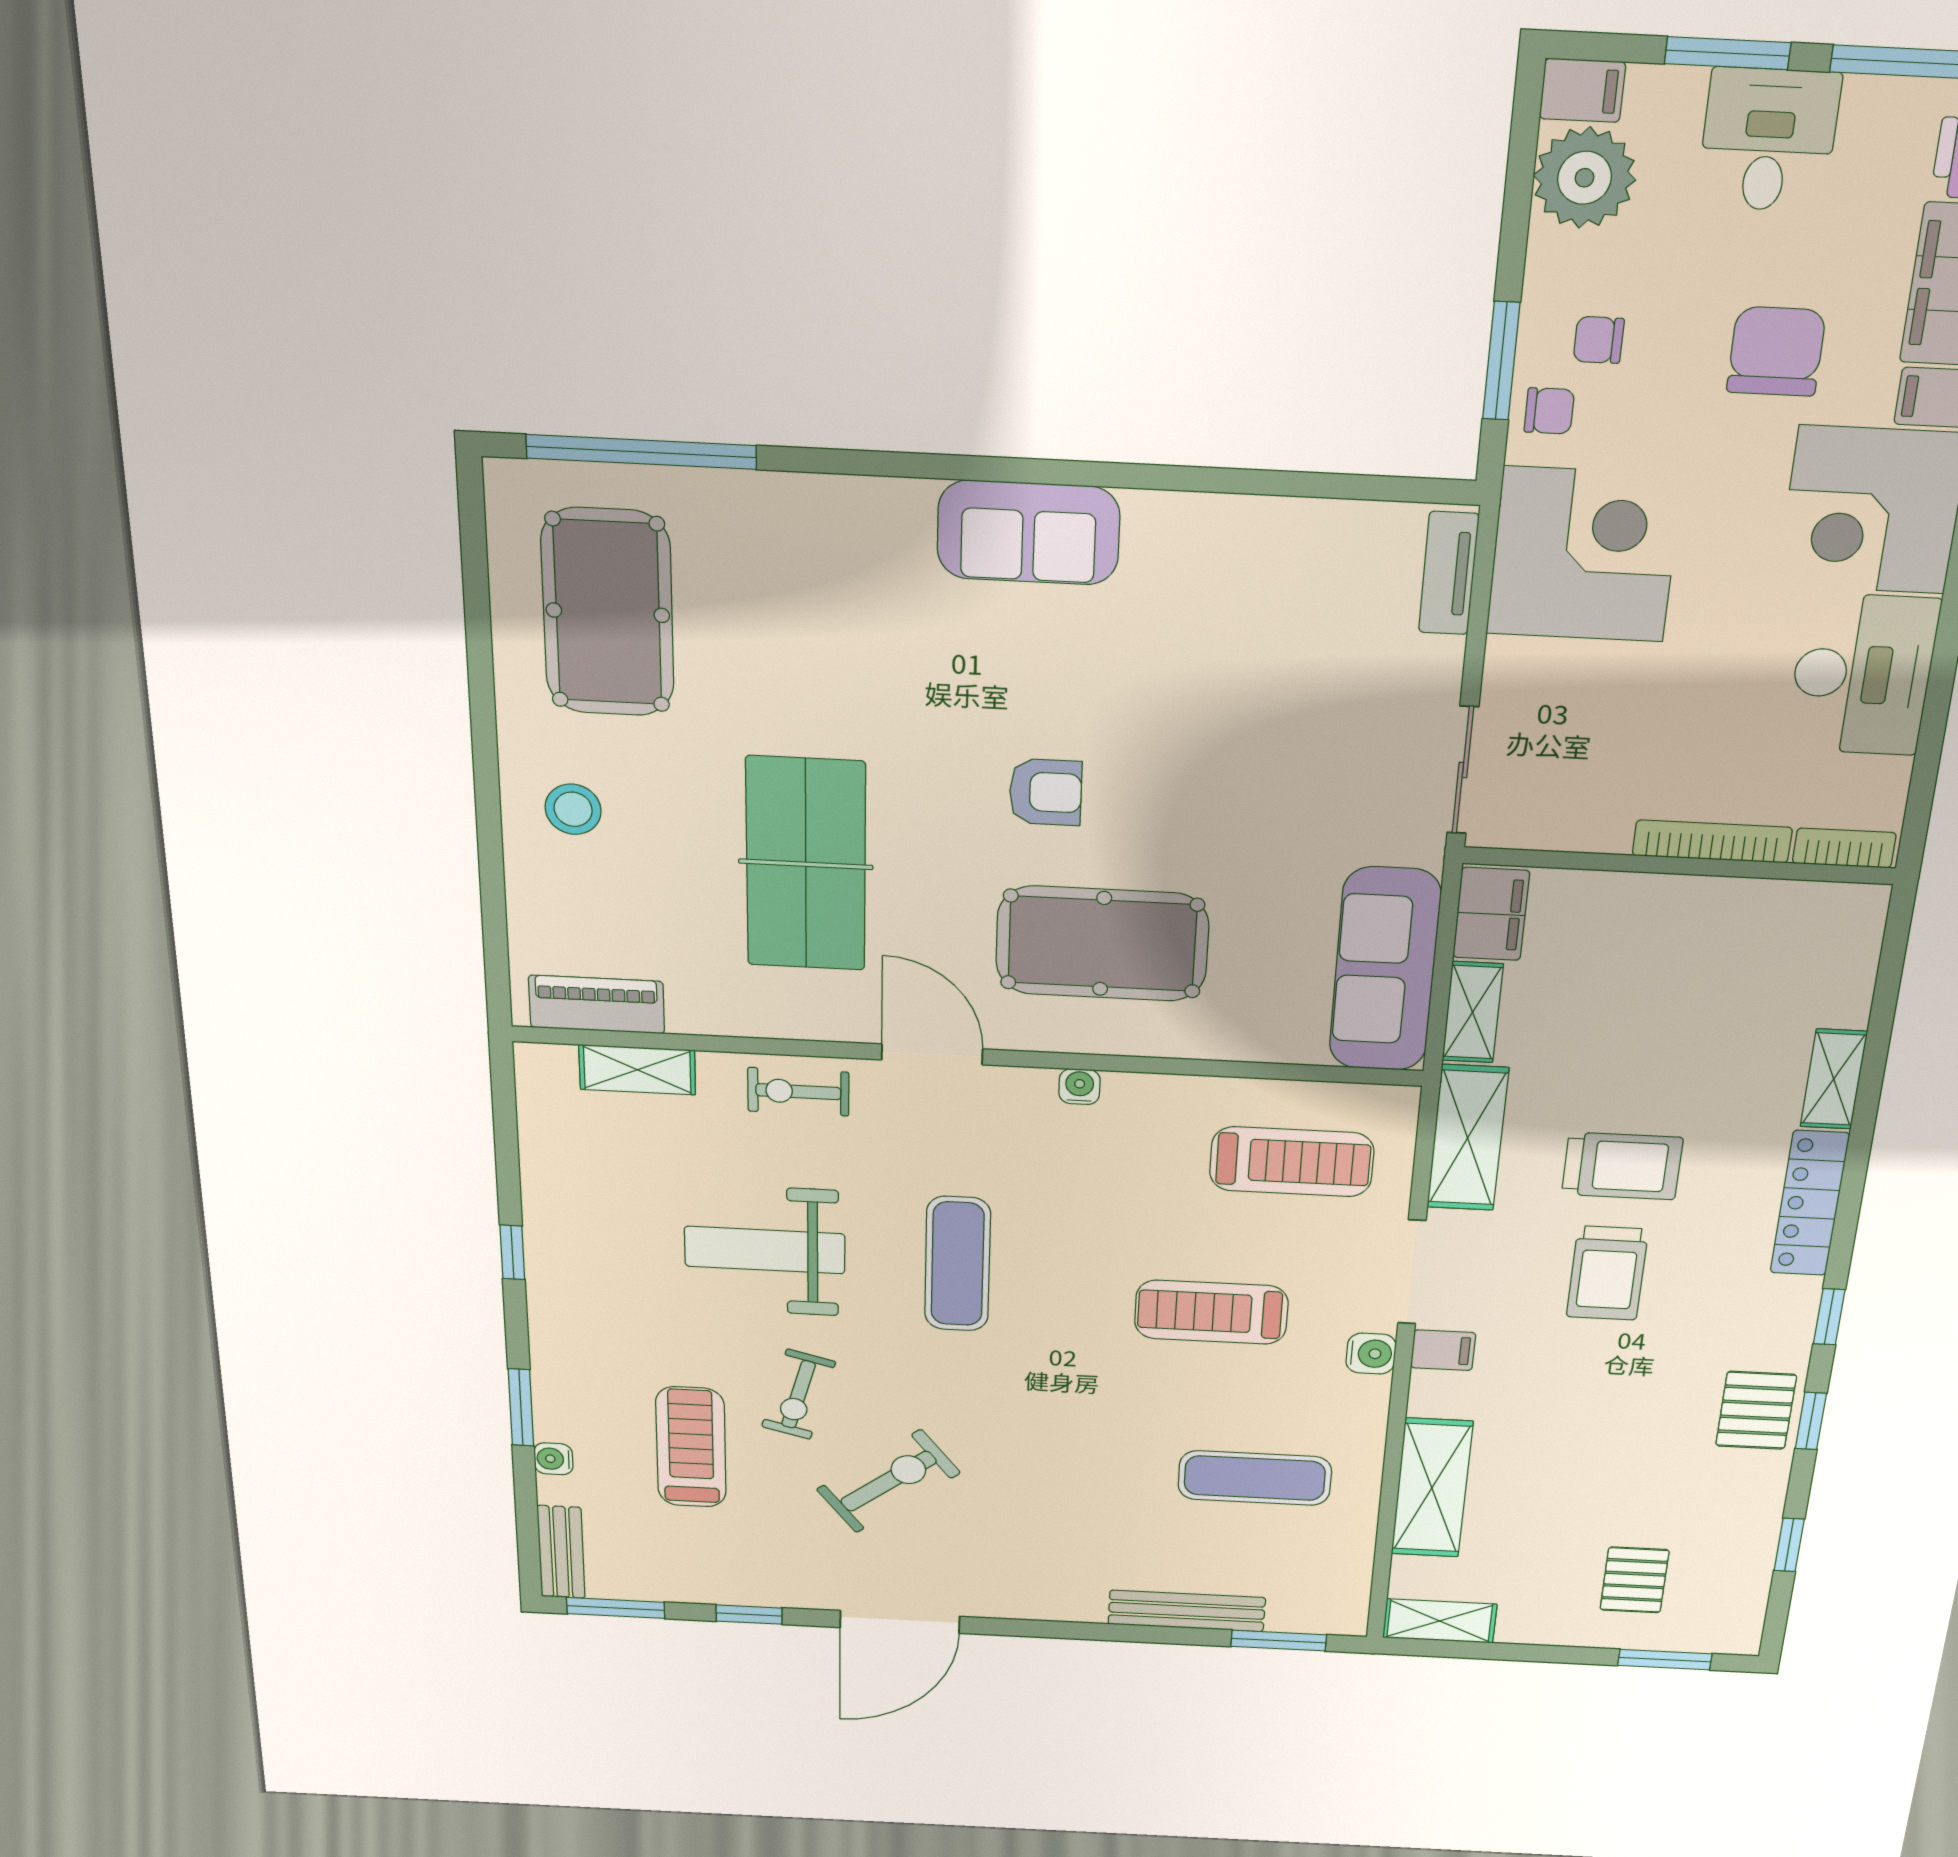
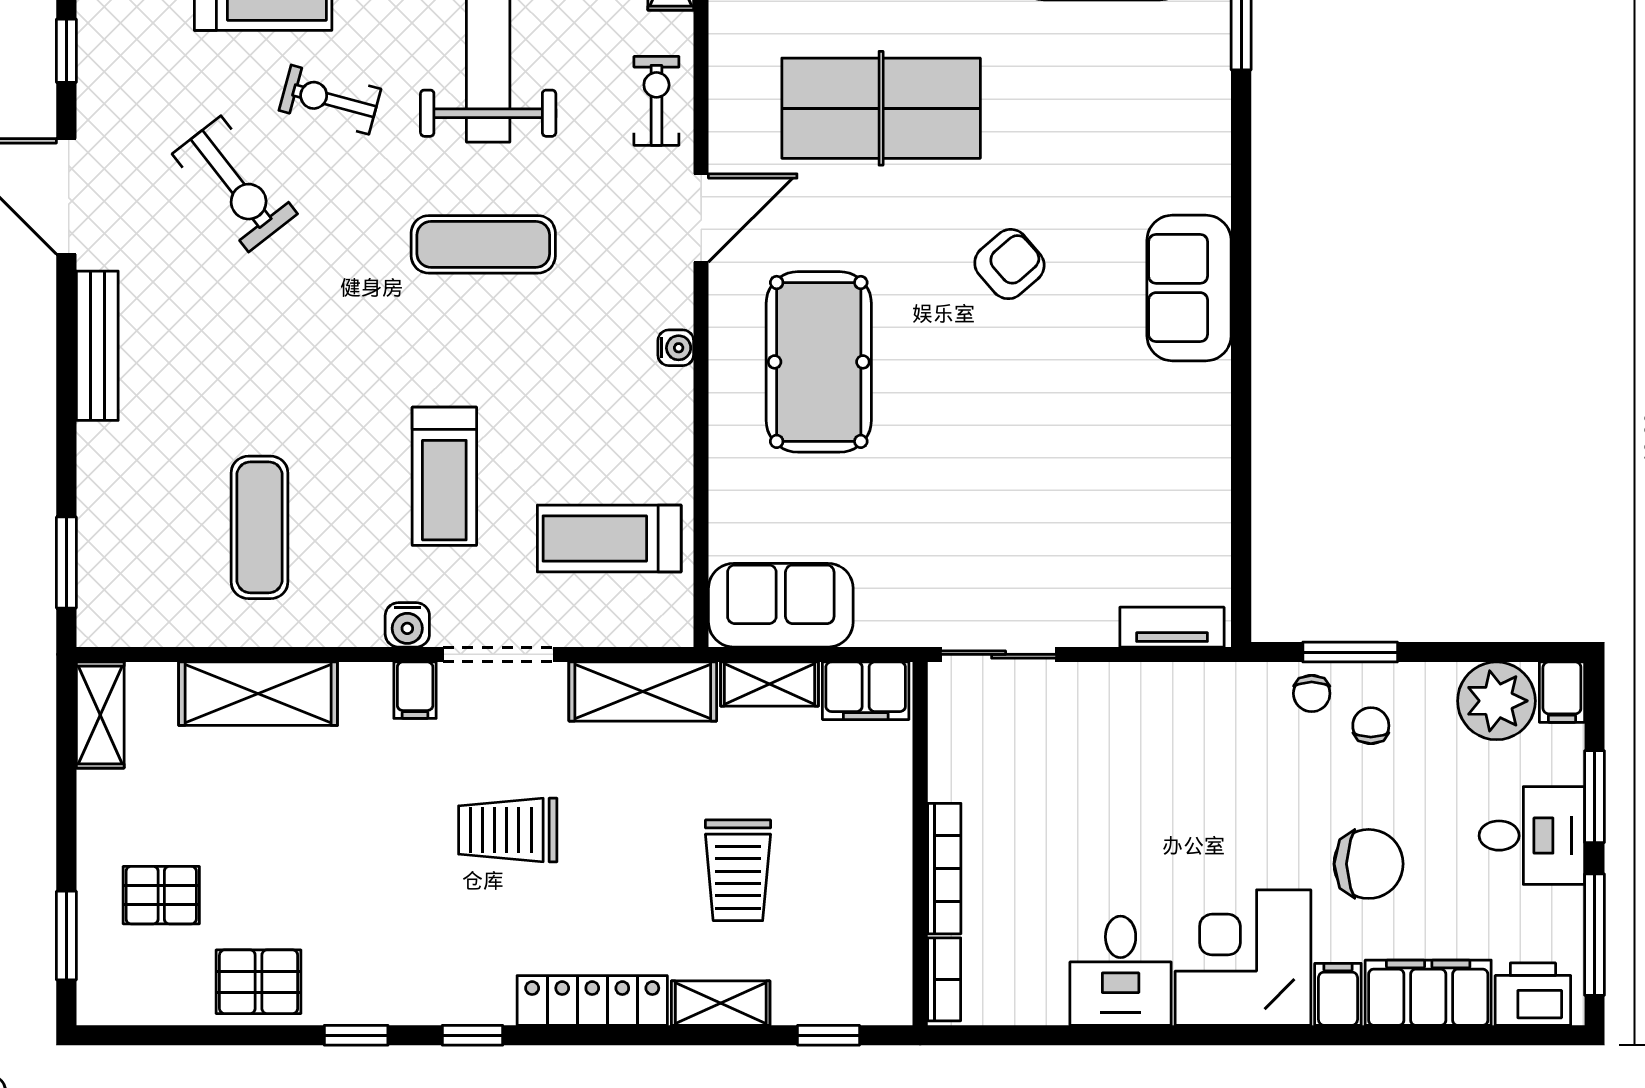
corner desk: (1584, 555) -> (1193, 734), removed
desk: (1862, 675) -> (1121, 971), width x0.73
armchair: (1045, 792) -> (1009, 264), moved, turned -131
sofa: (1385, 970) -> (781, 605), width x0.73
treadmill: (1292, 1162) -> (609, 539), turned 90
trolley: (1622, 1166) -> (738, 870), moved
treadmill: (1211, 1312) -> (444, 476), turned 180
pallet: (1756, 1410) -> (259, 982), moved
window: (1789, 1545) -> (829, 1035), moved
bench: (1187, 1611) -> (97, 346), moved

